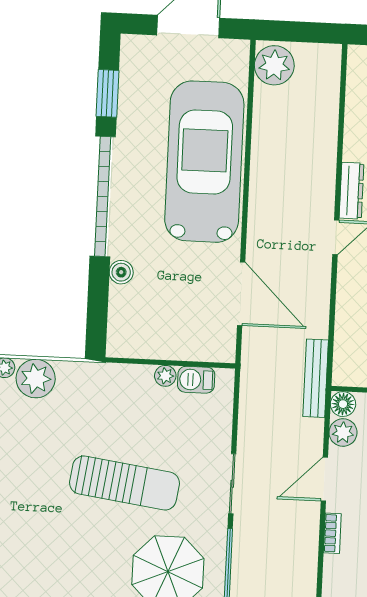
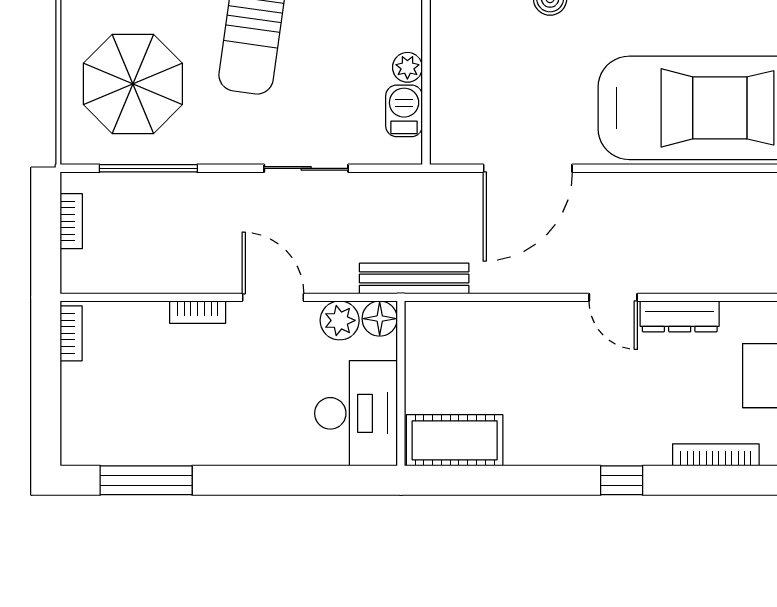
sliding door: (232, 484) -> (306, 168), moved

